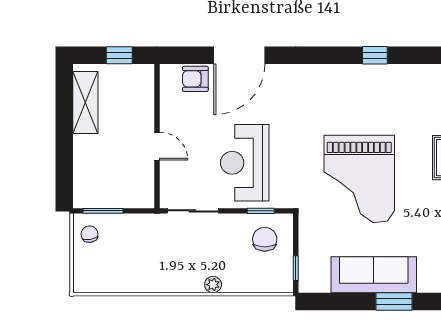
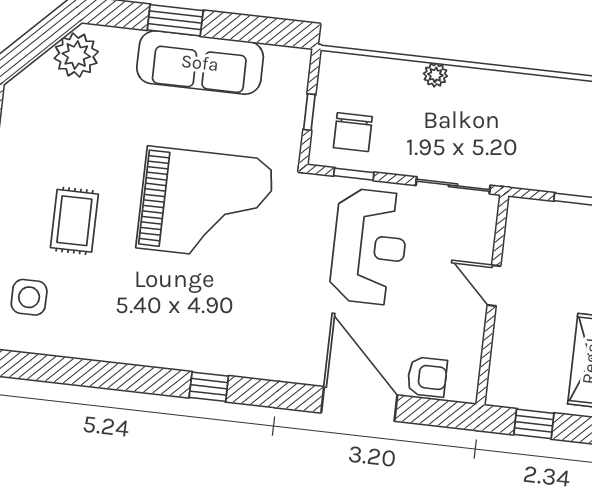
door: (239, 55) -> (359, 404), hinge flipped
window: (375, 55) -> (209, 387), moved
grand piano: (359, 179) -> (205, 204), turned 90
window: (296, 268) -> (309, 112), moved

